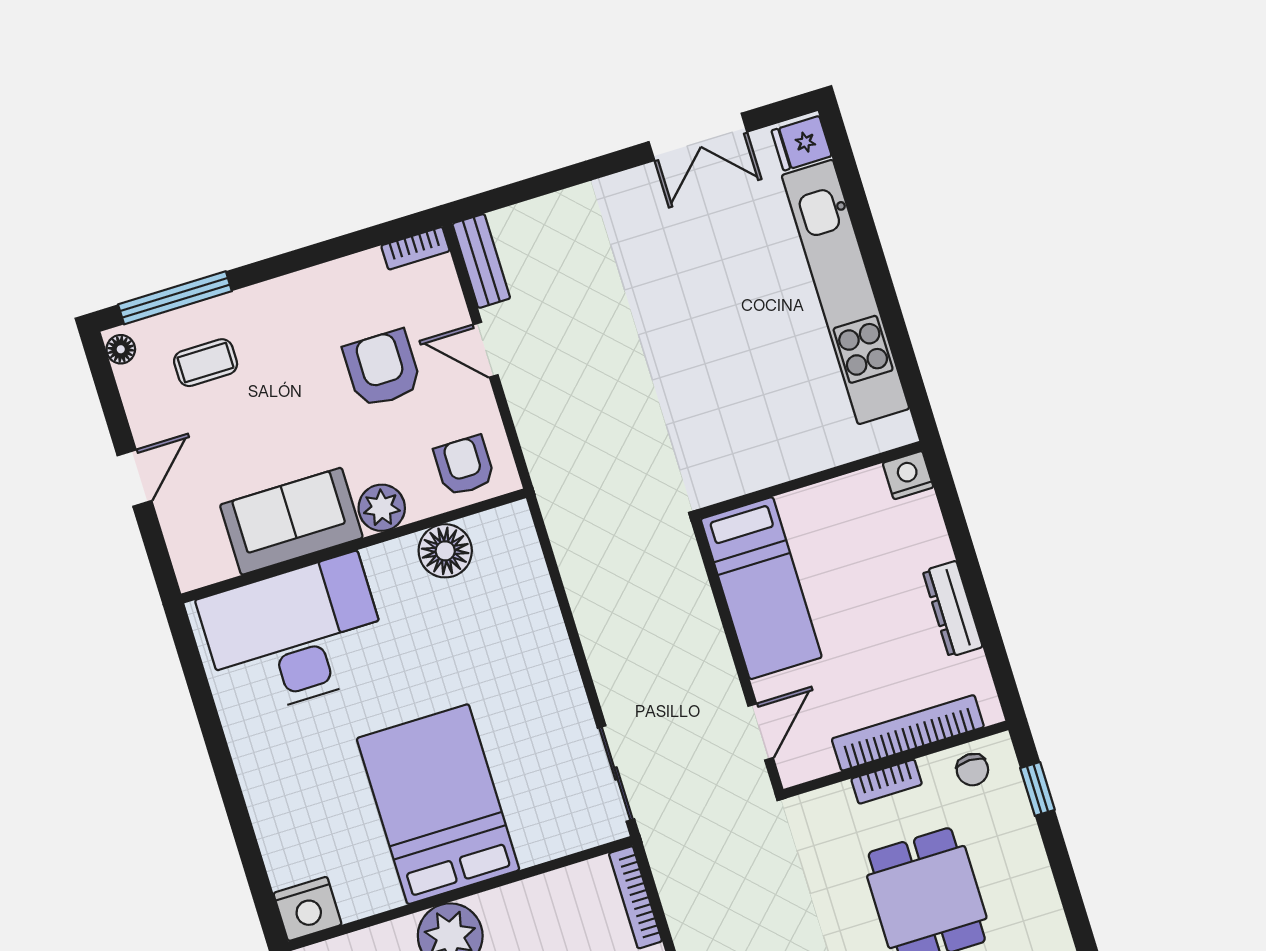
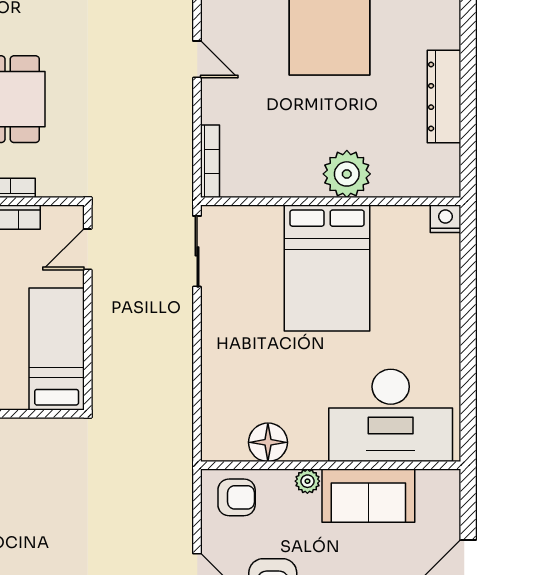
armchair: (464, 466) -> (237, 497), turned -90
plant: (382, 508) -> (307, 481), width x0.73, depth x0.73
nightstand: (308, 909) -> (445, 219), width x0.74, depth x0.75

